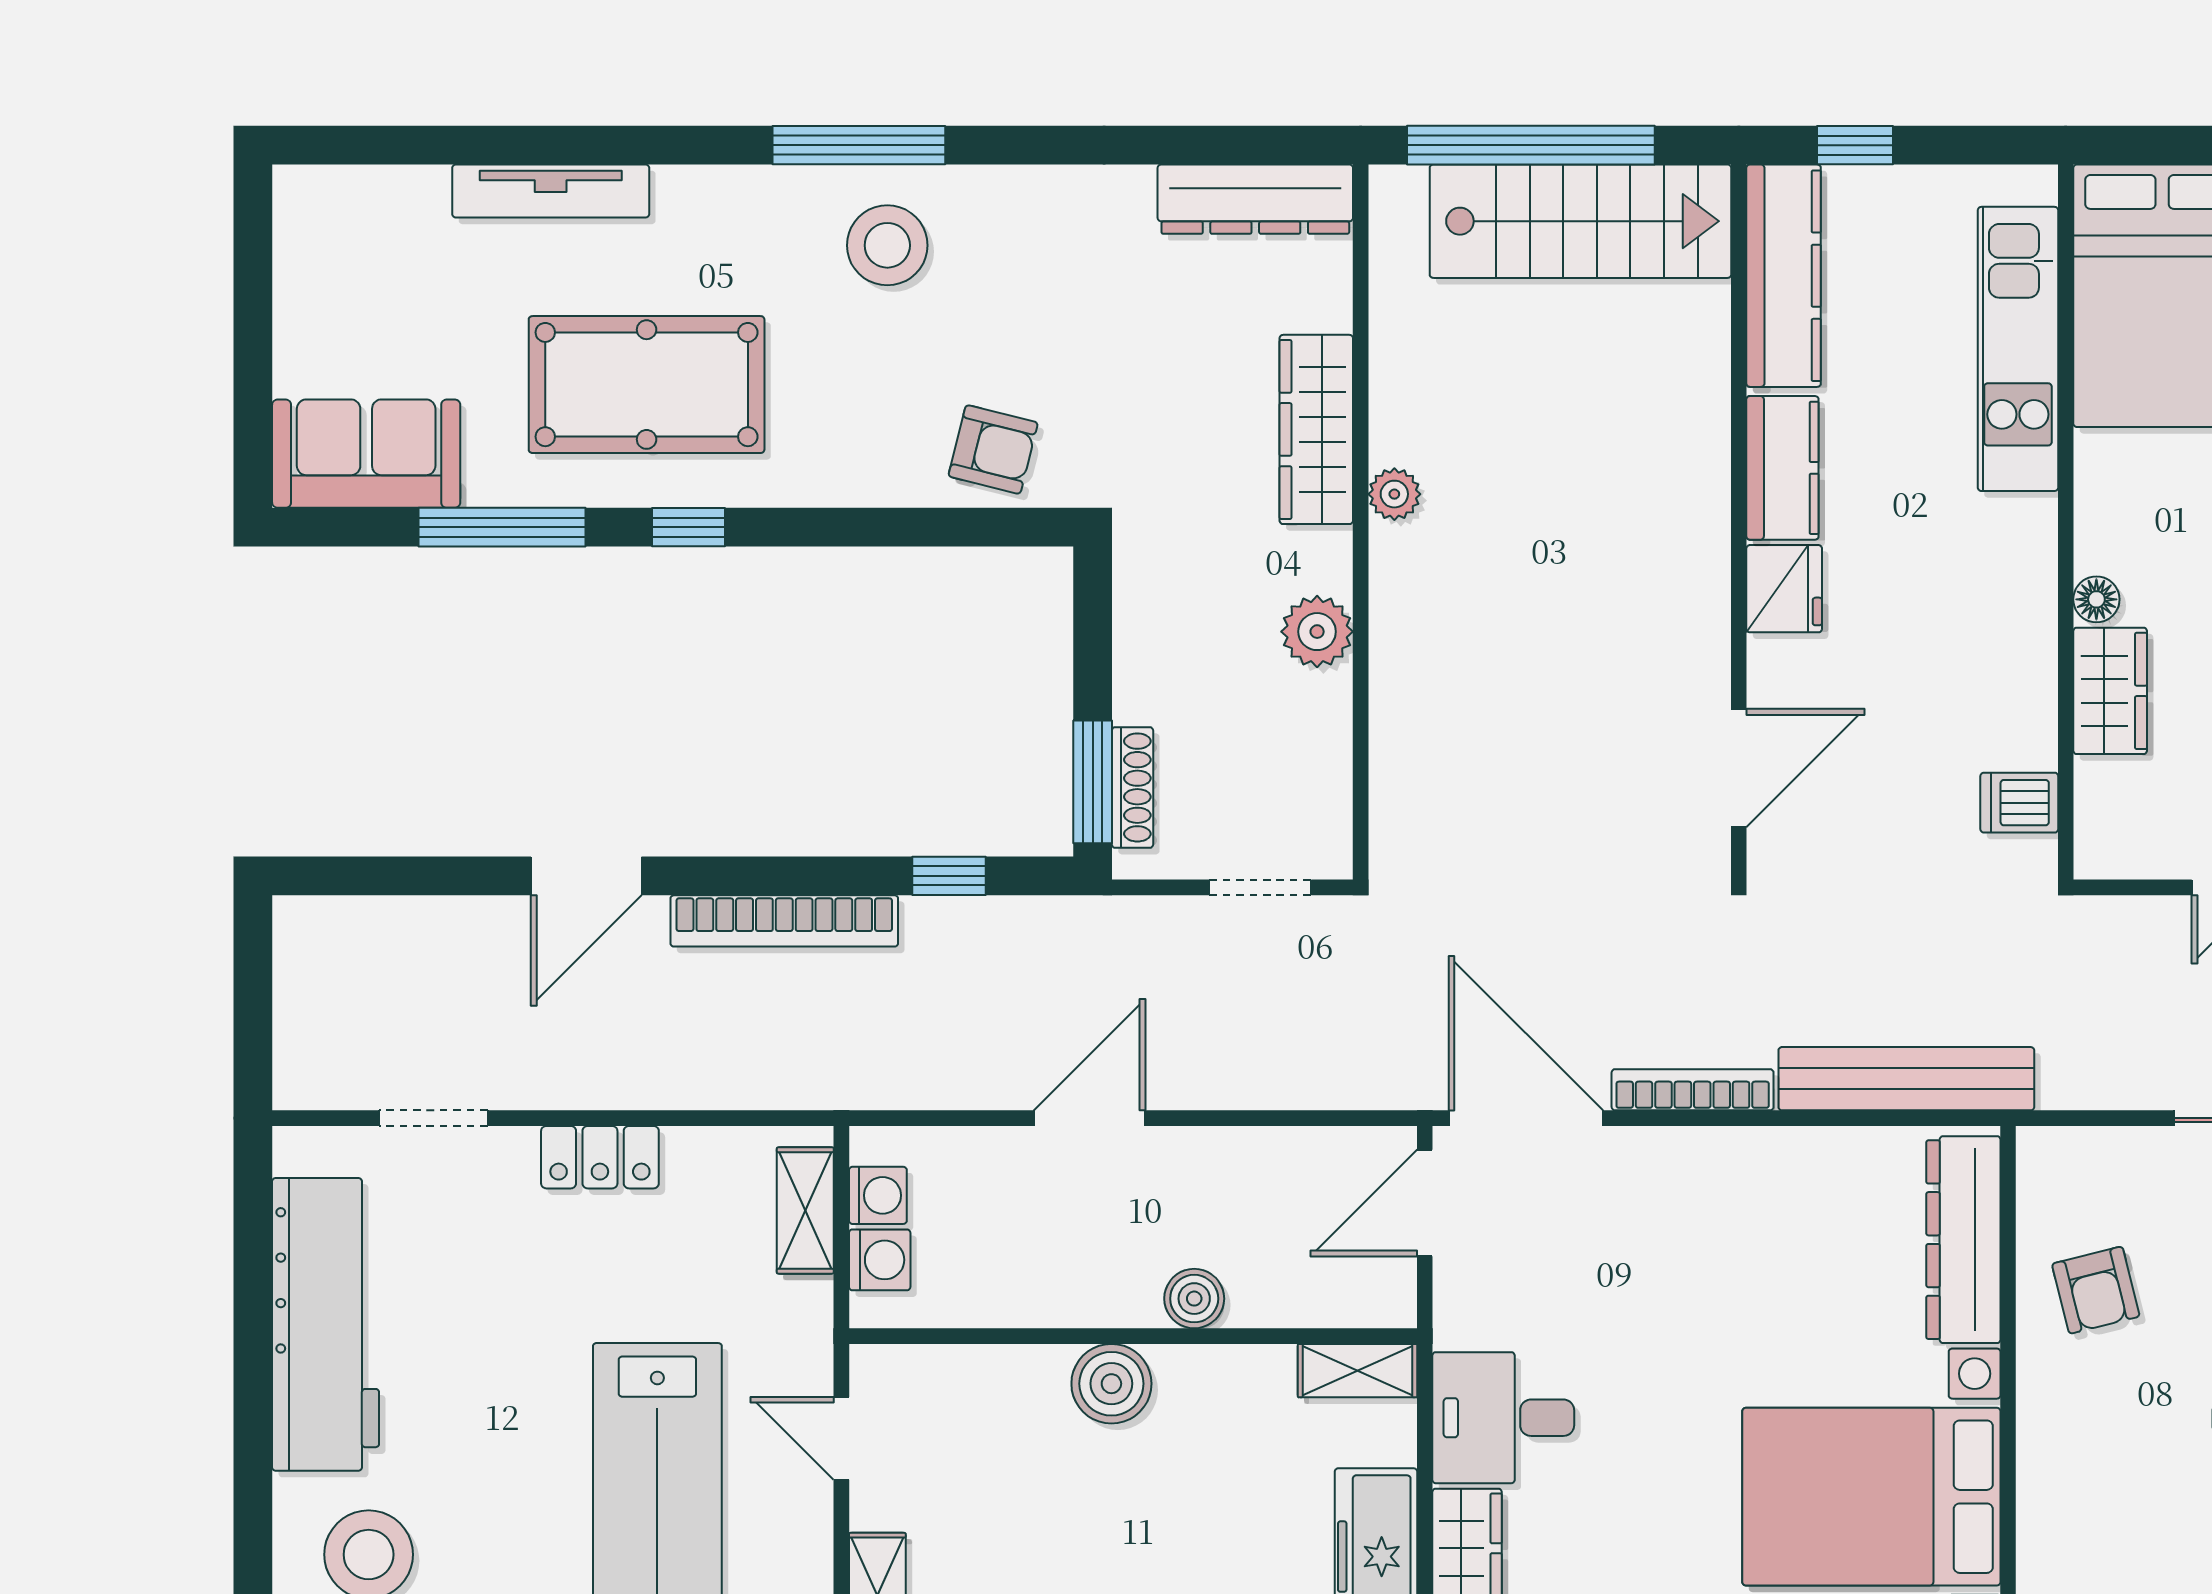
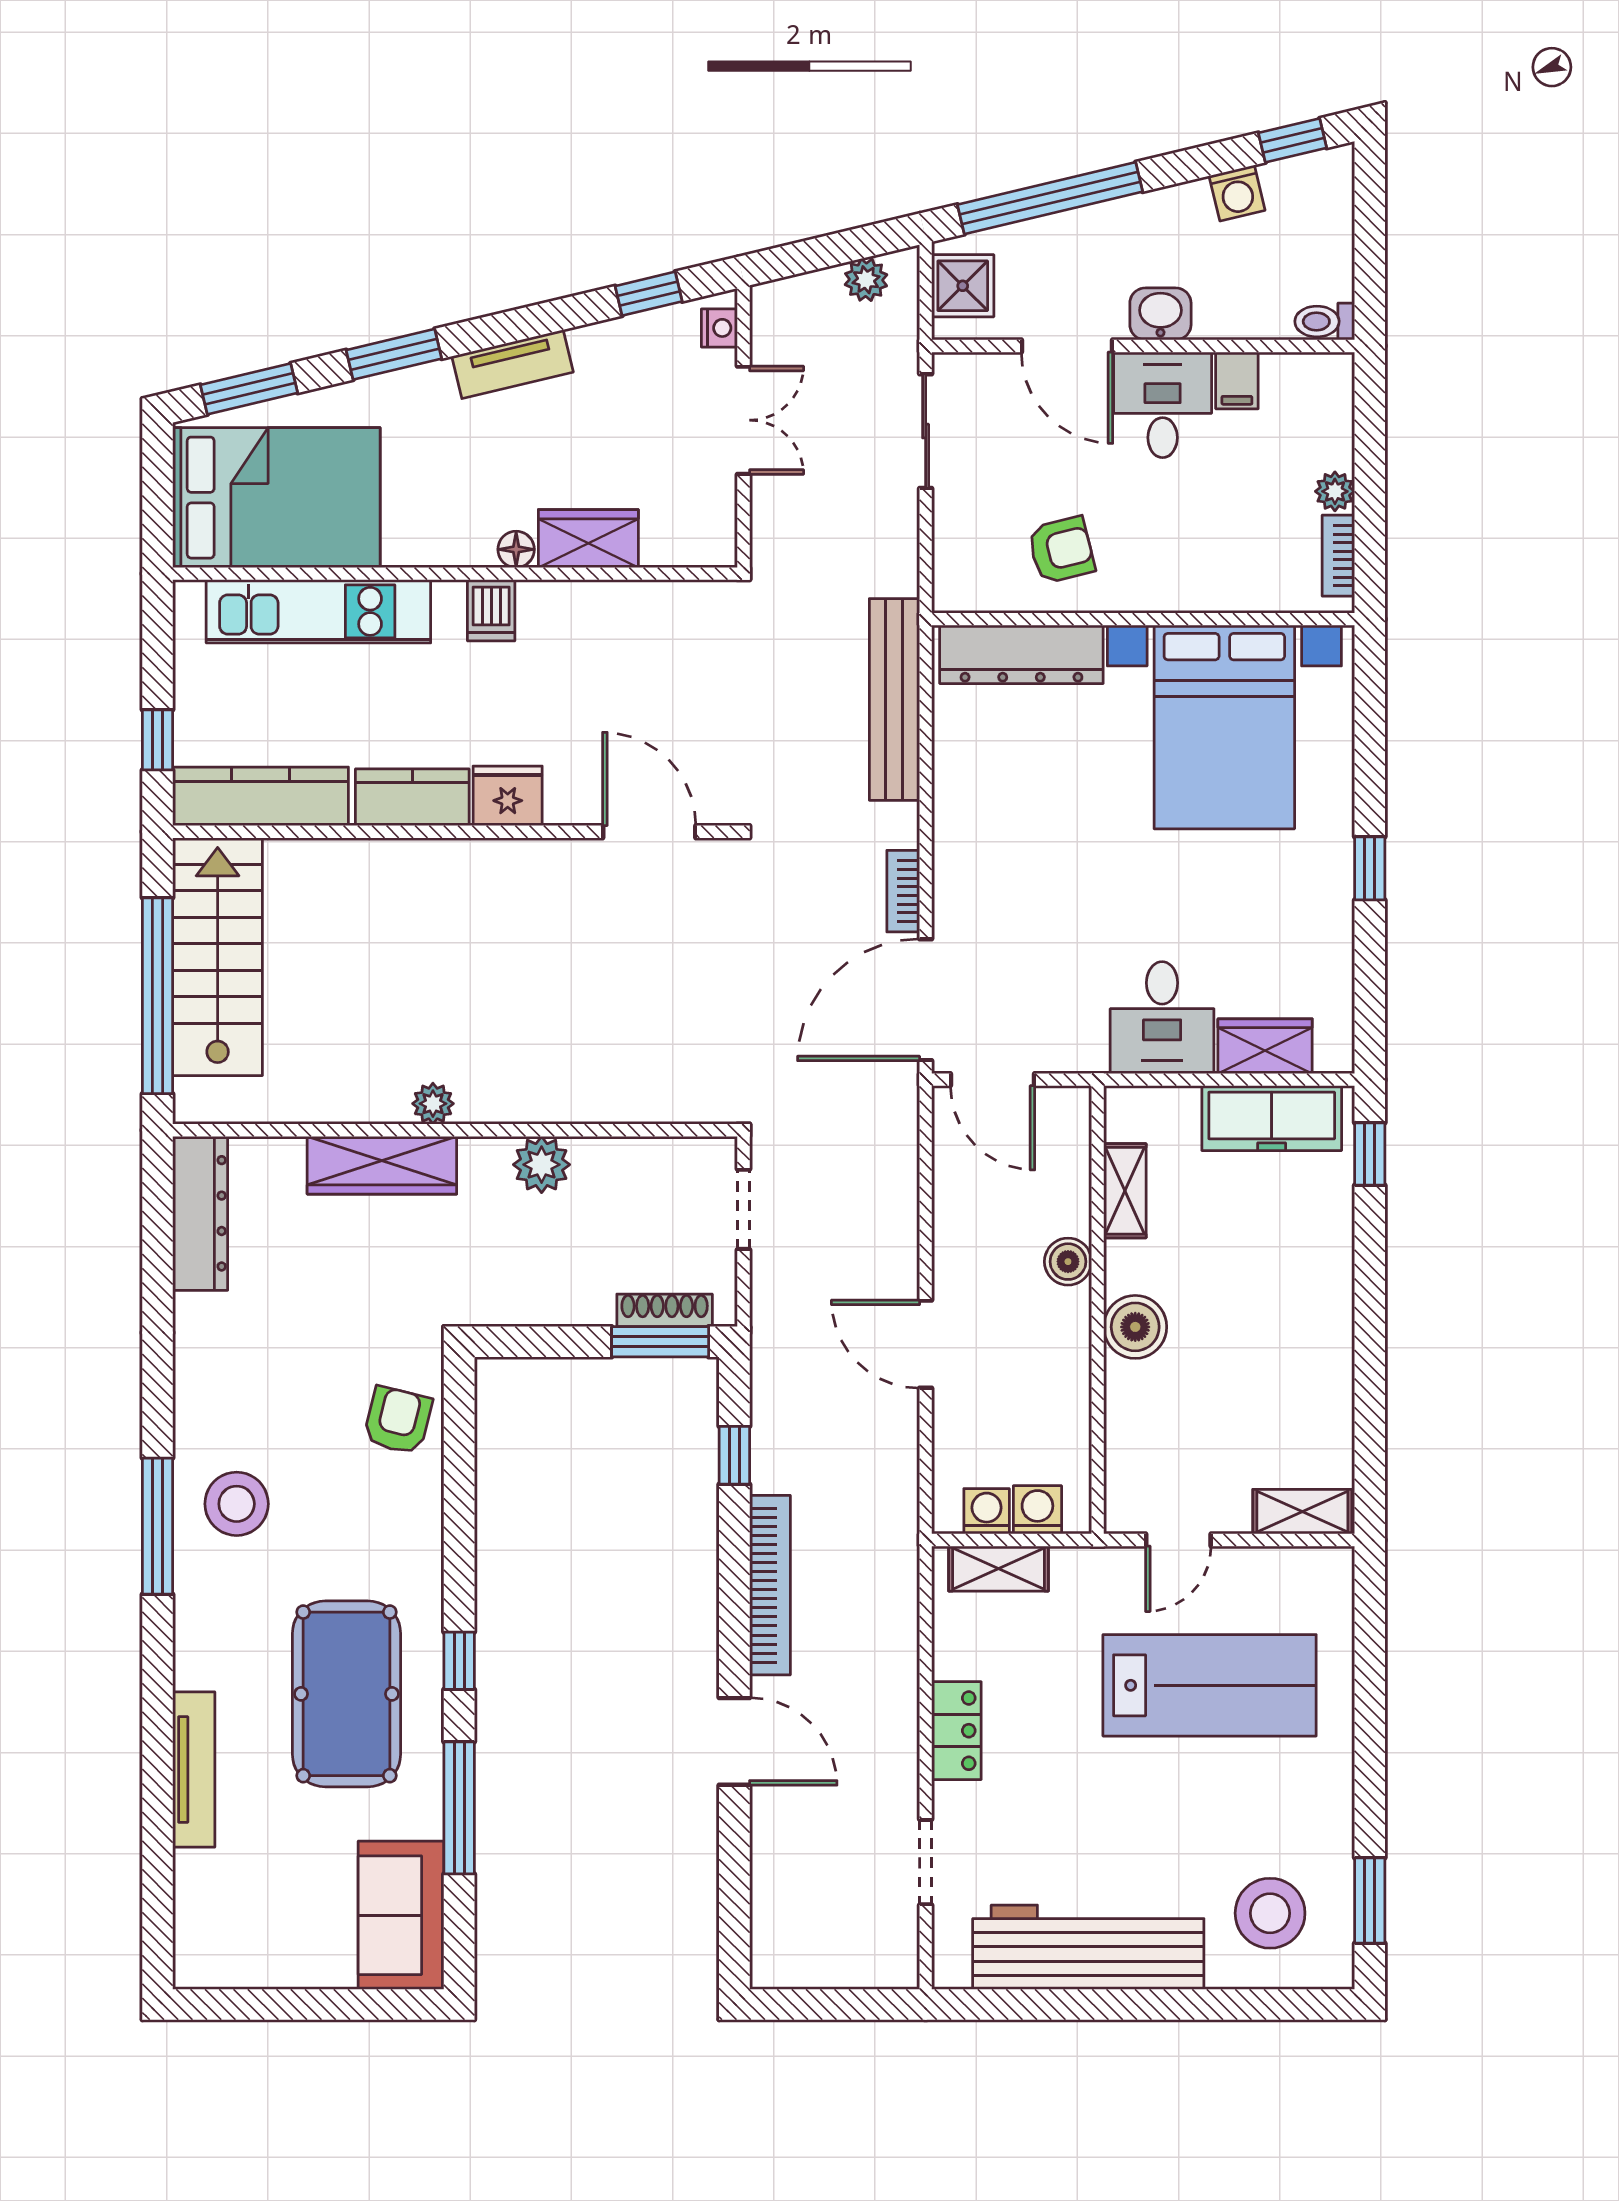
dishwasher: (2019, 803) -> (491, 610), moved
bookcase: (1693, 1090) -> (903, 891), width x0.64
shelving: (1357, 1371) -> (1125, 1191), moved

